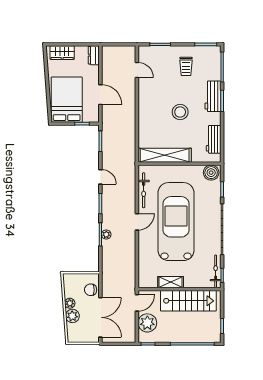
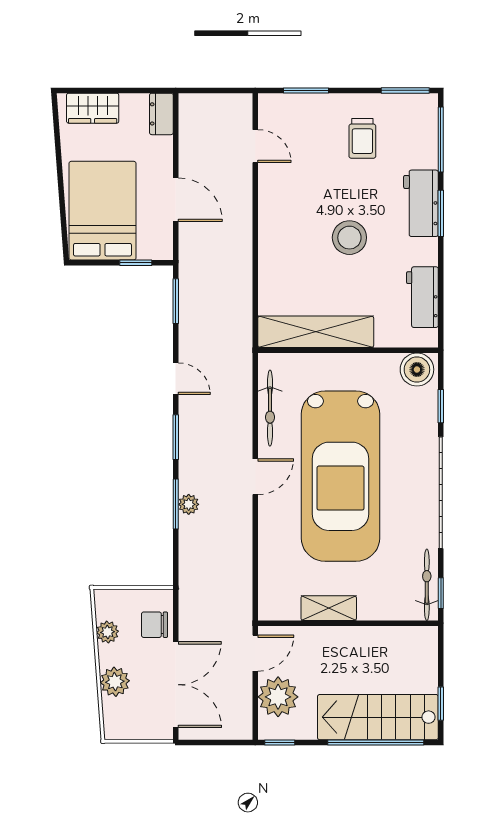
car: (176, 222) -> (341, 476), turned 180
stairs: (188, 301) -> (378, 717), moved, turned 180
plant: (70, 303) -> (108, 632), moved

